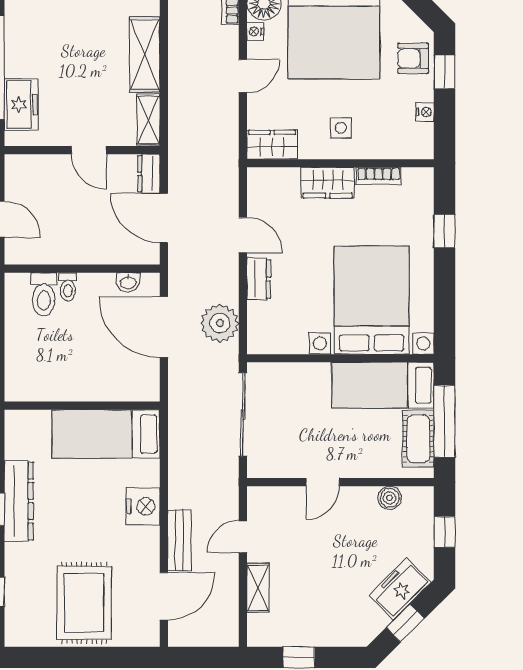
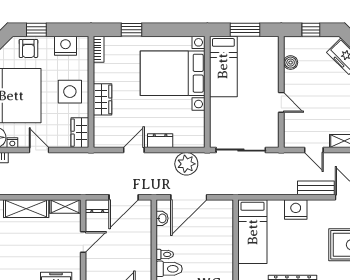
nightstand: (425, 112) -> (65, 46), width x1.89, depth x1.79
side table: (341, 128) -> (70, 92), width x1.87, depth x1.87
bookcase: (379, 176) -> (99, 49), moved
window: (444, 421) -> (245, 30), width x0.69
cot: (418, 439) -> (255, 45), removed

